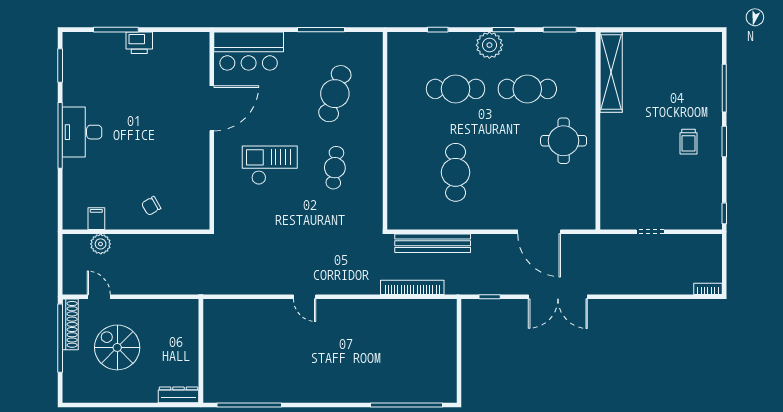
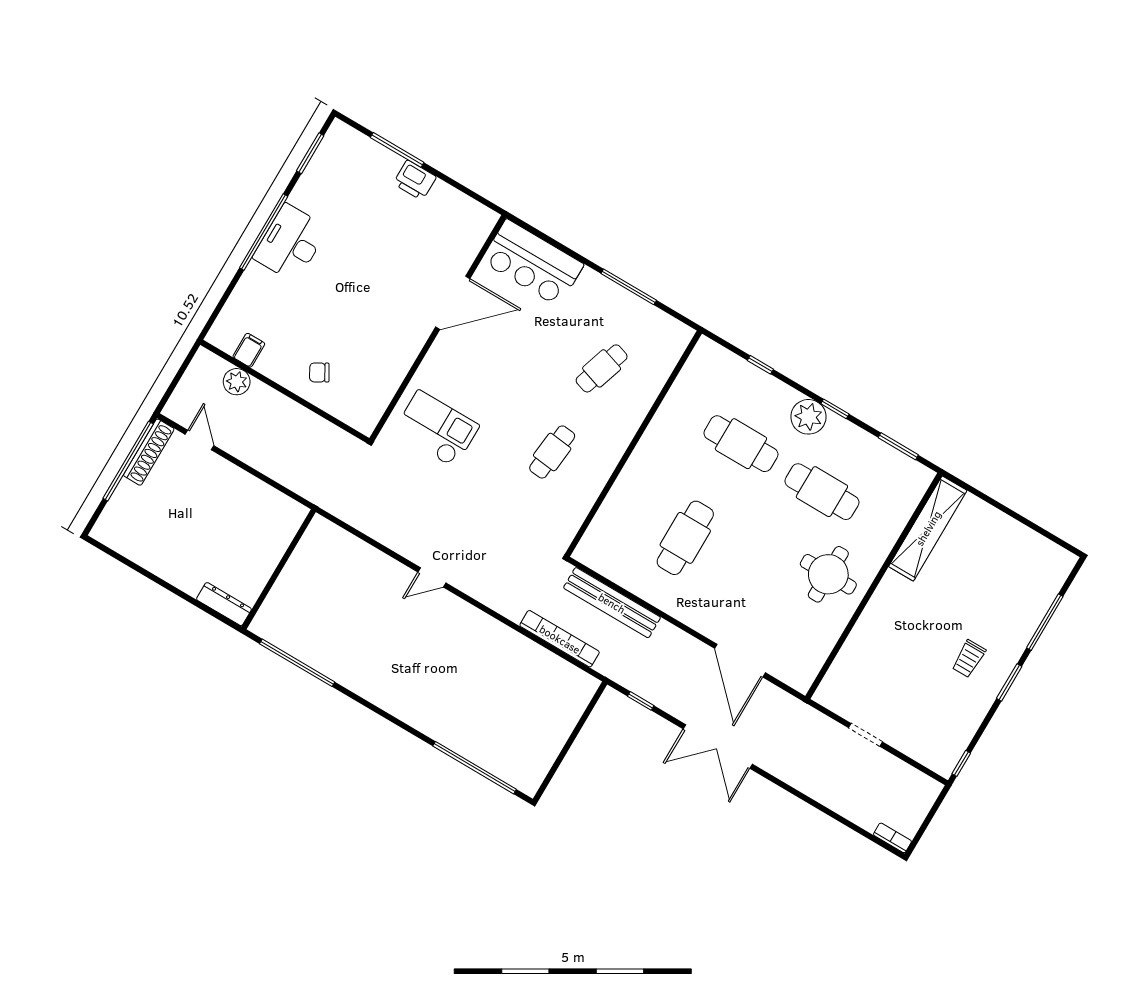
cafe table: (335, 94) -> (602, 368), width x0.73, depth x0.74
checkout: (270, 165) -> (436, 429), moved
door: (305, 297) -> (432, 577), hinge flipped
spiral stairs: (117, 347) -> (186, 510), removed

